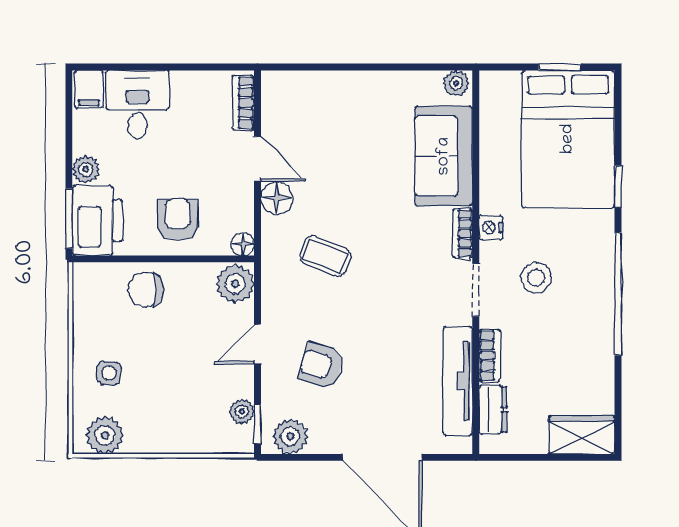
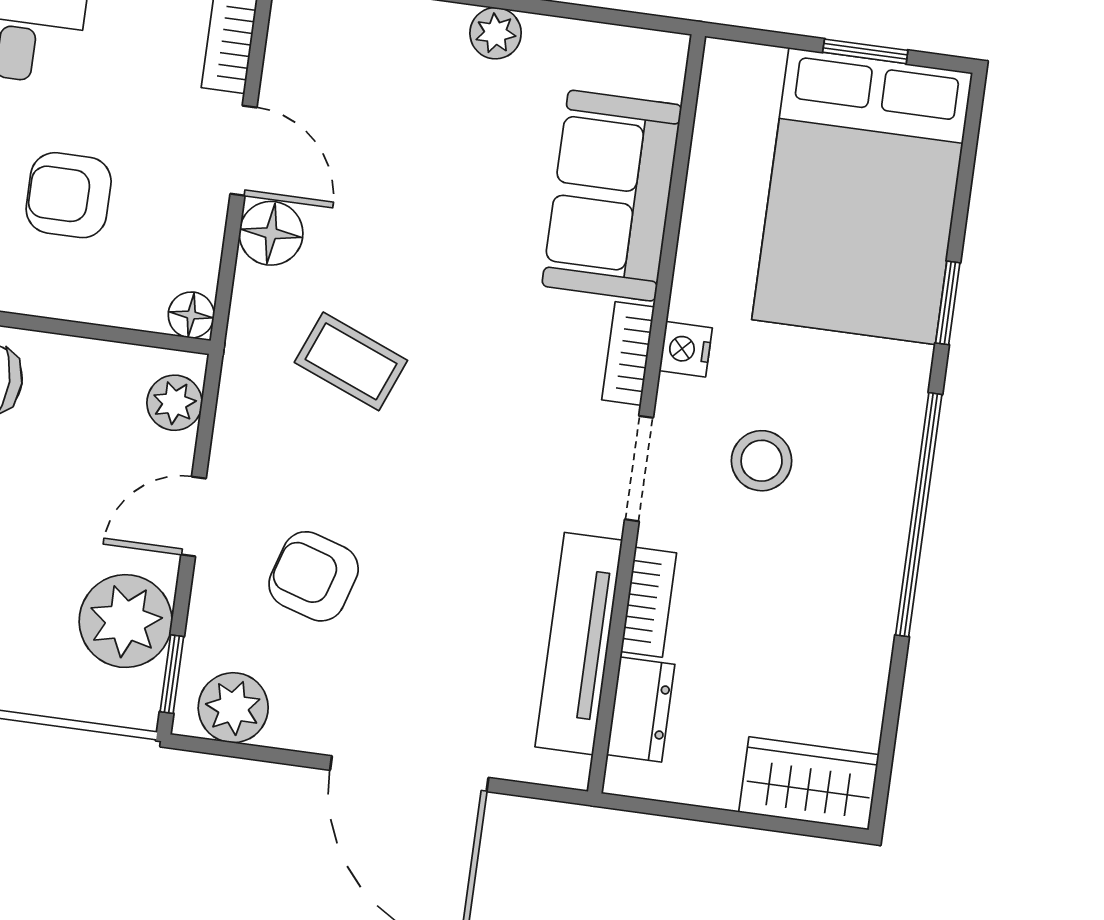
plant: (456, 83) -> (496, 33), moved
armchair: (178, 219) -> (69, 195), moved, turned -90
plant: (235, 284) -> (175, 403), width x0.73, depth x0.73
plant: (242, 412) -> (126, 621), width x1.88, depth x1.88

